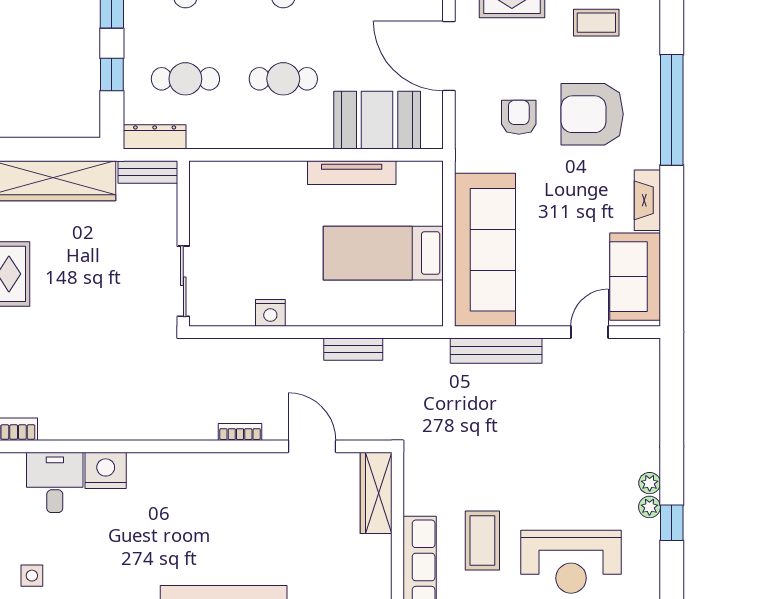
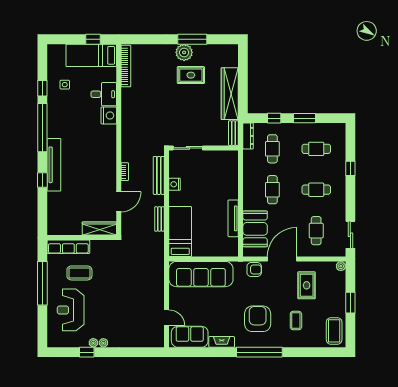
armchair: (519, 117) -> (254, 269), moved
bed: (383, 253) -> (180, 232), moved
bench: (496, 351) -> (159, 175), moved

